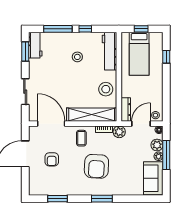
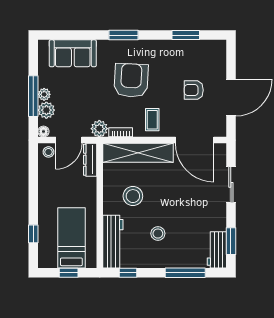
window: (85, 29) -> (128, 273), moved
stool: (106, 89) -> (133, 196), moved
armchair: (52, 159) -> (194, 90), turned -90
sofa: (153, 178) -> (73, 53), moved, turned 90

